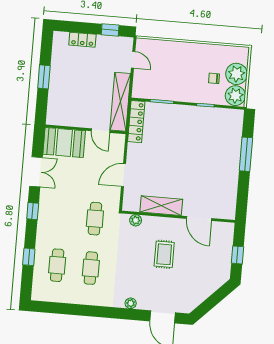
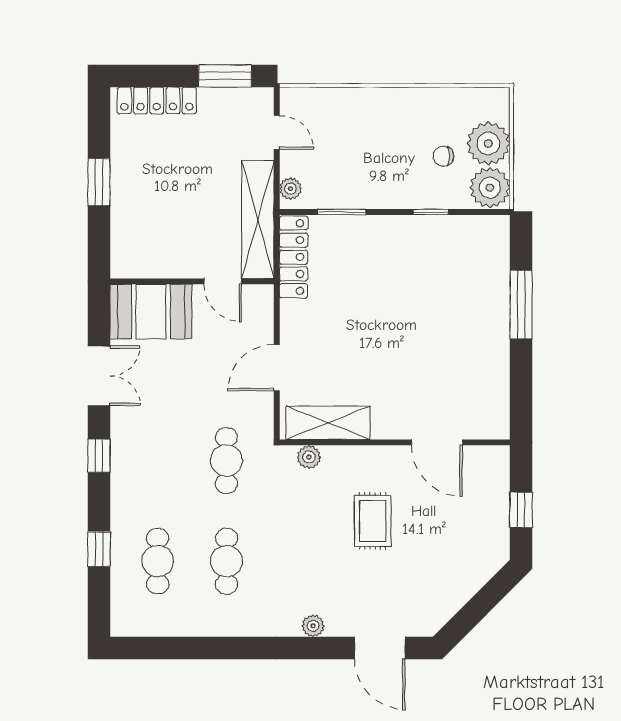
window: (110, 30) -> (225, 76), width x1.50
locker: (82, 40) -> (157, 100), width x1.53
plant: (138, 88) -> (290, 189), added
shelving: (161, 206) -> (328, 423), moved

